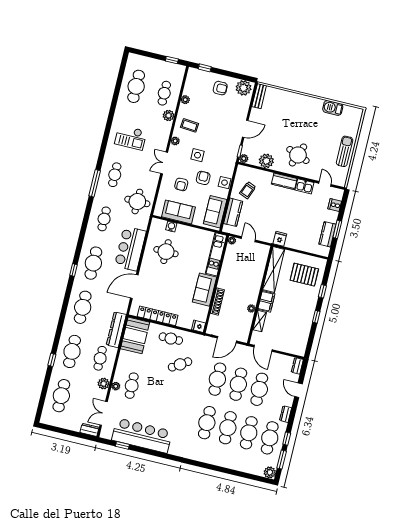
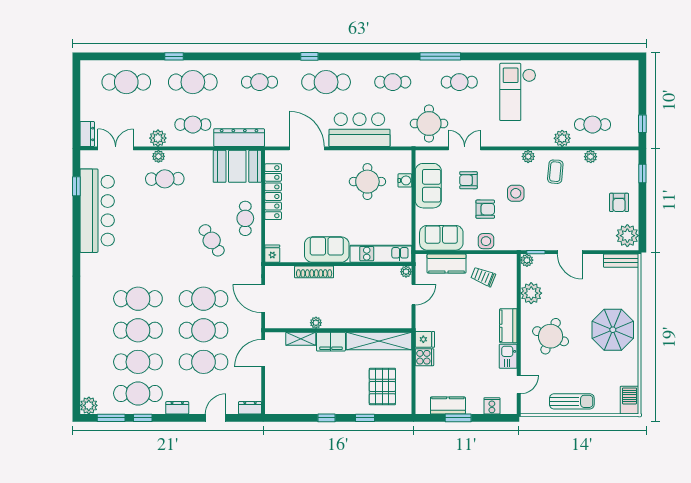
cafe table: (136, 86) -> (593, 82), removed
barbecue: (333, 108) -> (630, 400), moved
parasol: (304, 113) -> (613, 330), added
checkout: (131, 138) -> (518, 92), width x1.36, depth x1.21
double door: (164, 163) -> (465, 148), moved
cooker: (292, 242) -> (424, 357), added
cafe table: (83, 307) -> (259, 82), width x0.73, depth x0.74

